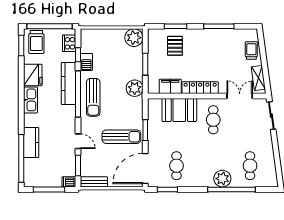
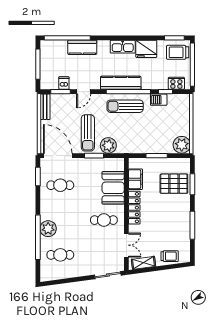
pallet: (175, 46) -> (174, 184), width x1.50, depth x1.42
kitchen counter: (69, 84) -> (121, 83), moved
plant: (135, 88) -> (108, 145), moved
dishwasher: (69, 182) -> (64, 83), moved

